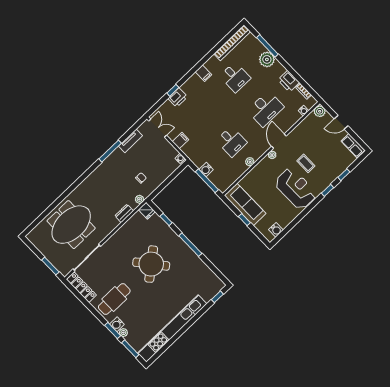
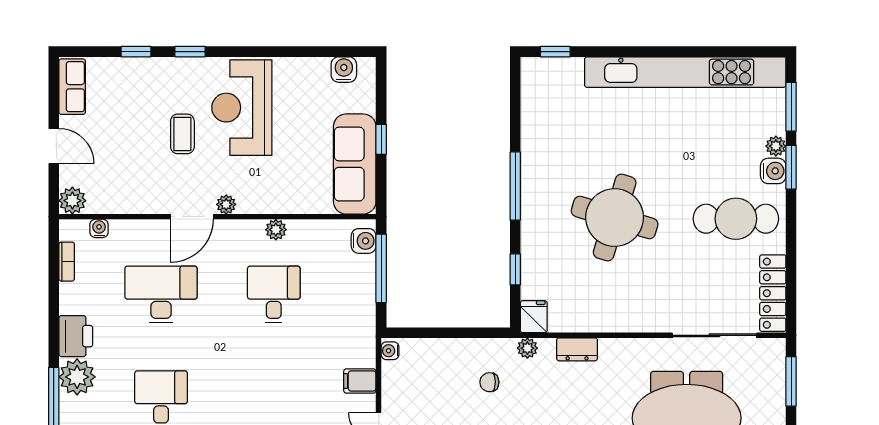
printer: (289, 81) -> (76, 336), moved
water cooler: (206, 169) -> (364, 241), moved
round table: (151, 264) -> (615, 218), turned -34

